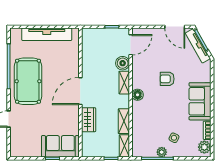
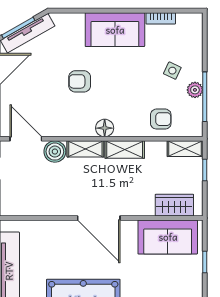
armchair: (167, 79) -> (80, 81), turned 90
wardrobe: (89, 120) -> (174, 205), moved
shelving: (124, 121) -> (125, 150), moved
armchair: (143, 130) -> (161, 119), added
sofa: (60, 146) -> (168, 237), moved, turned -90
plant: (204, 147) -> (187, 23), removed

